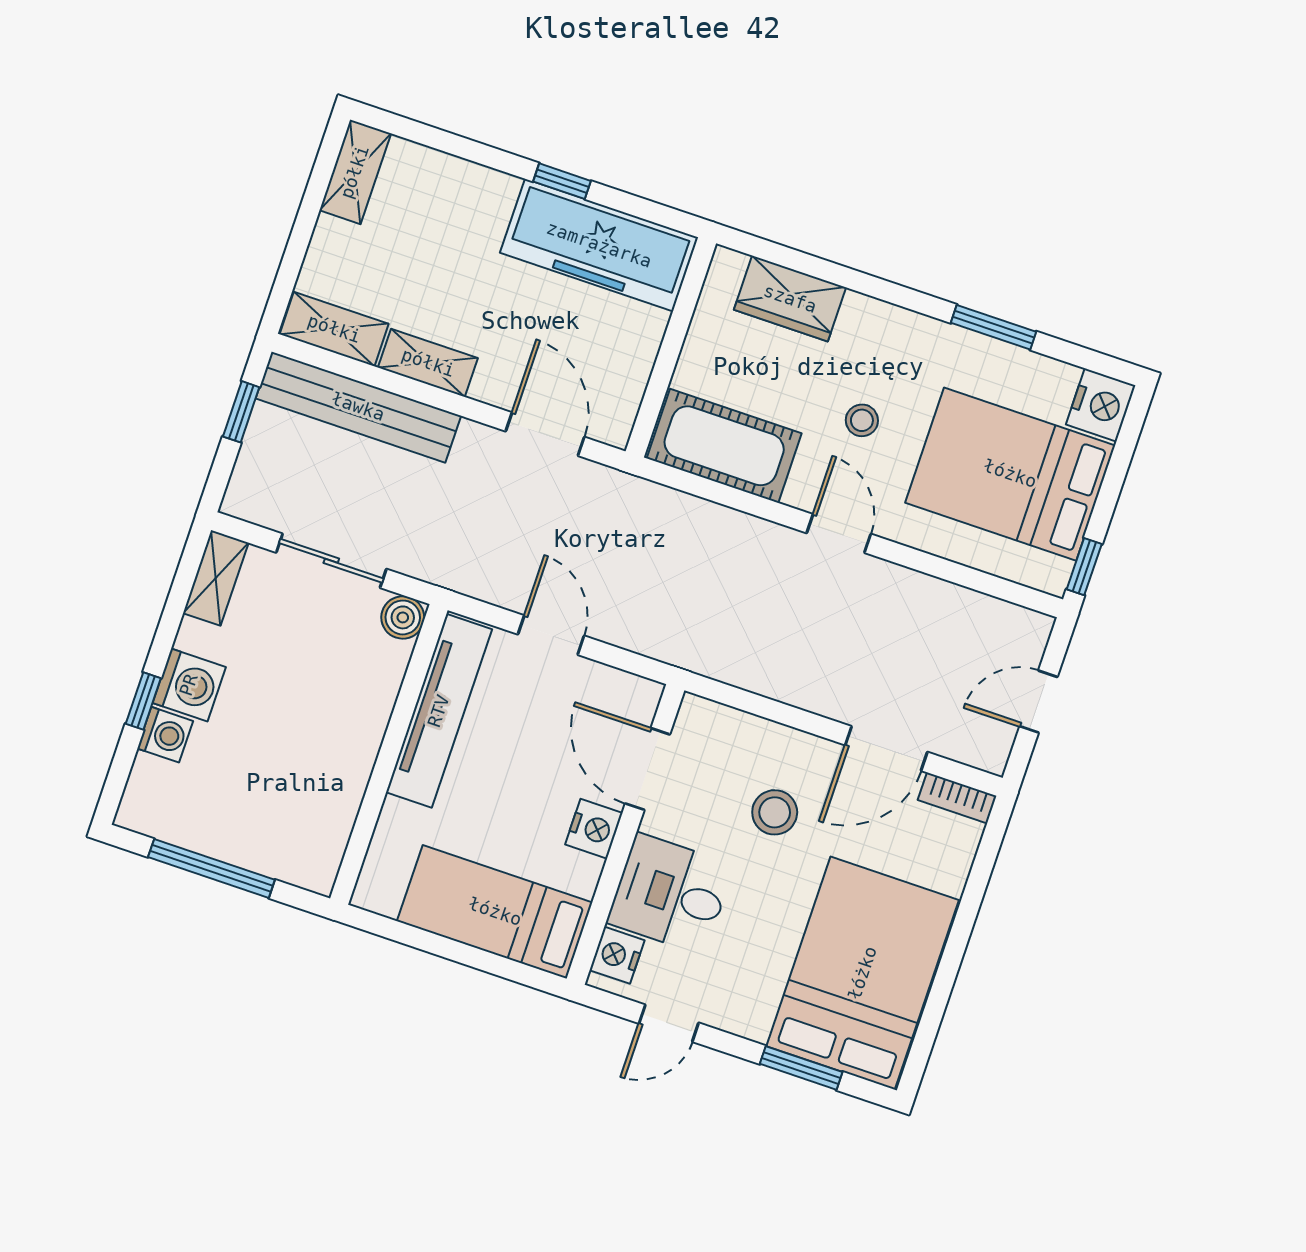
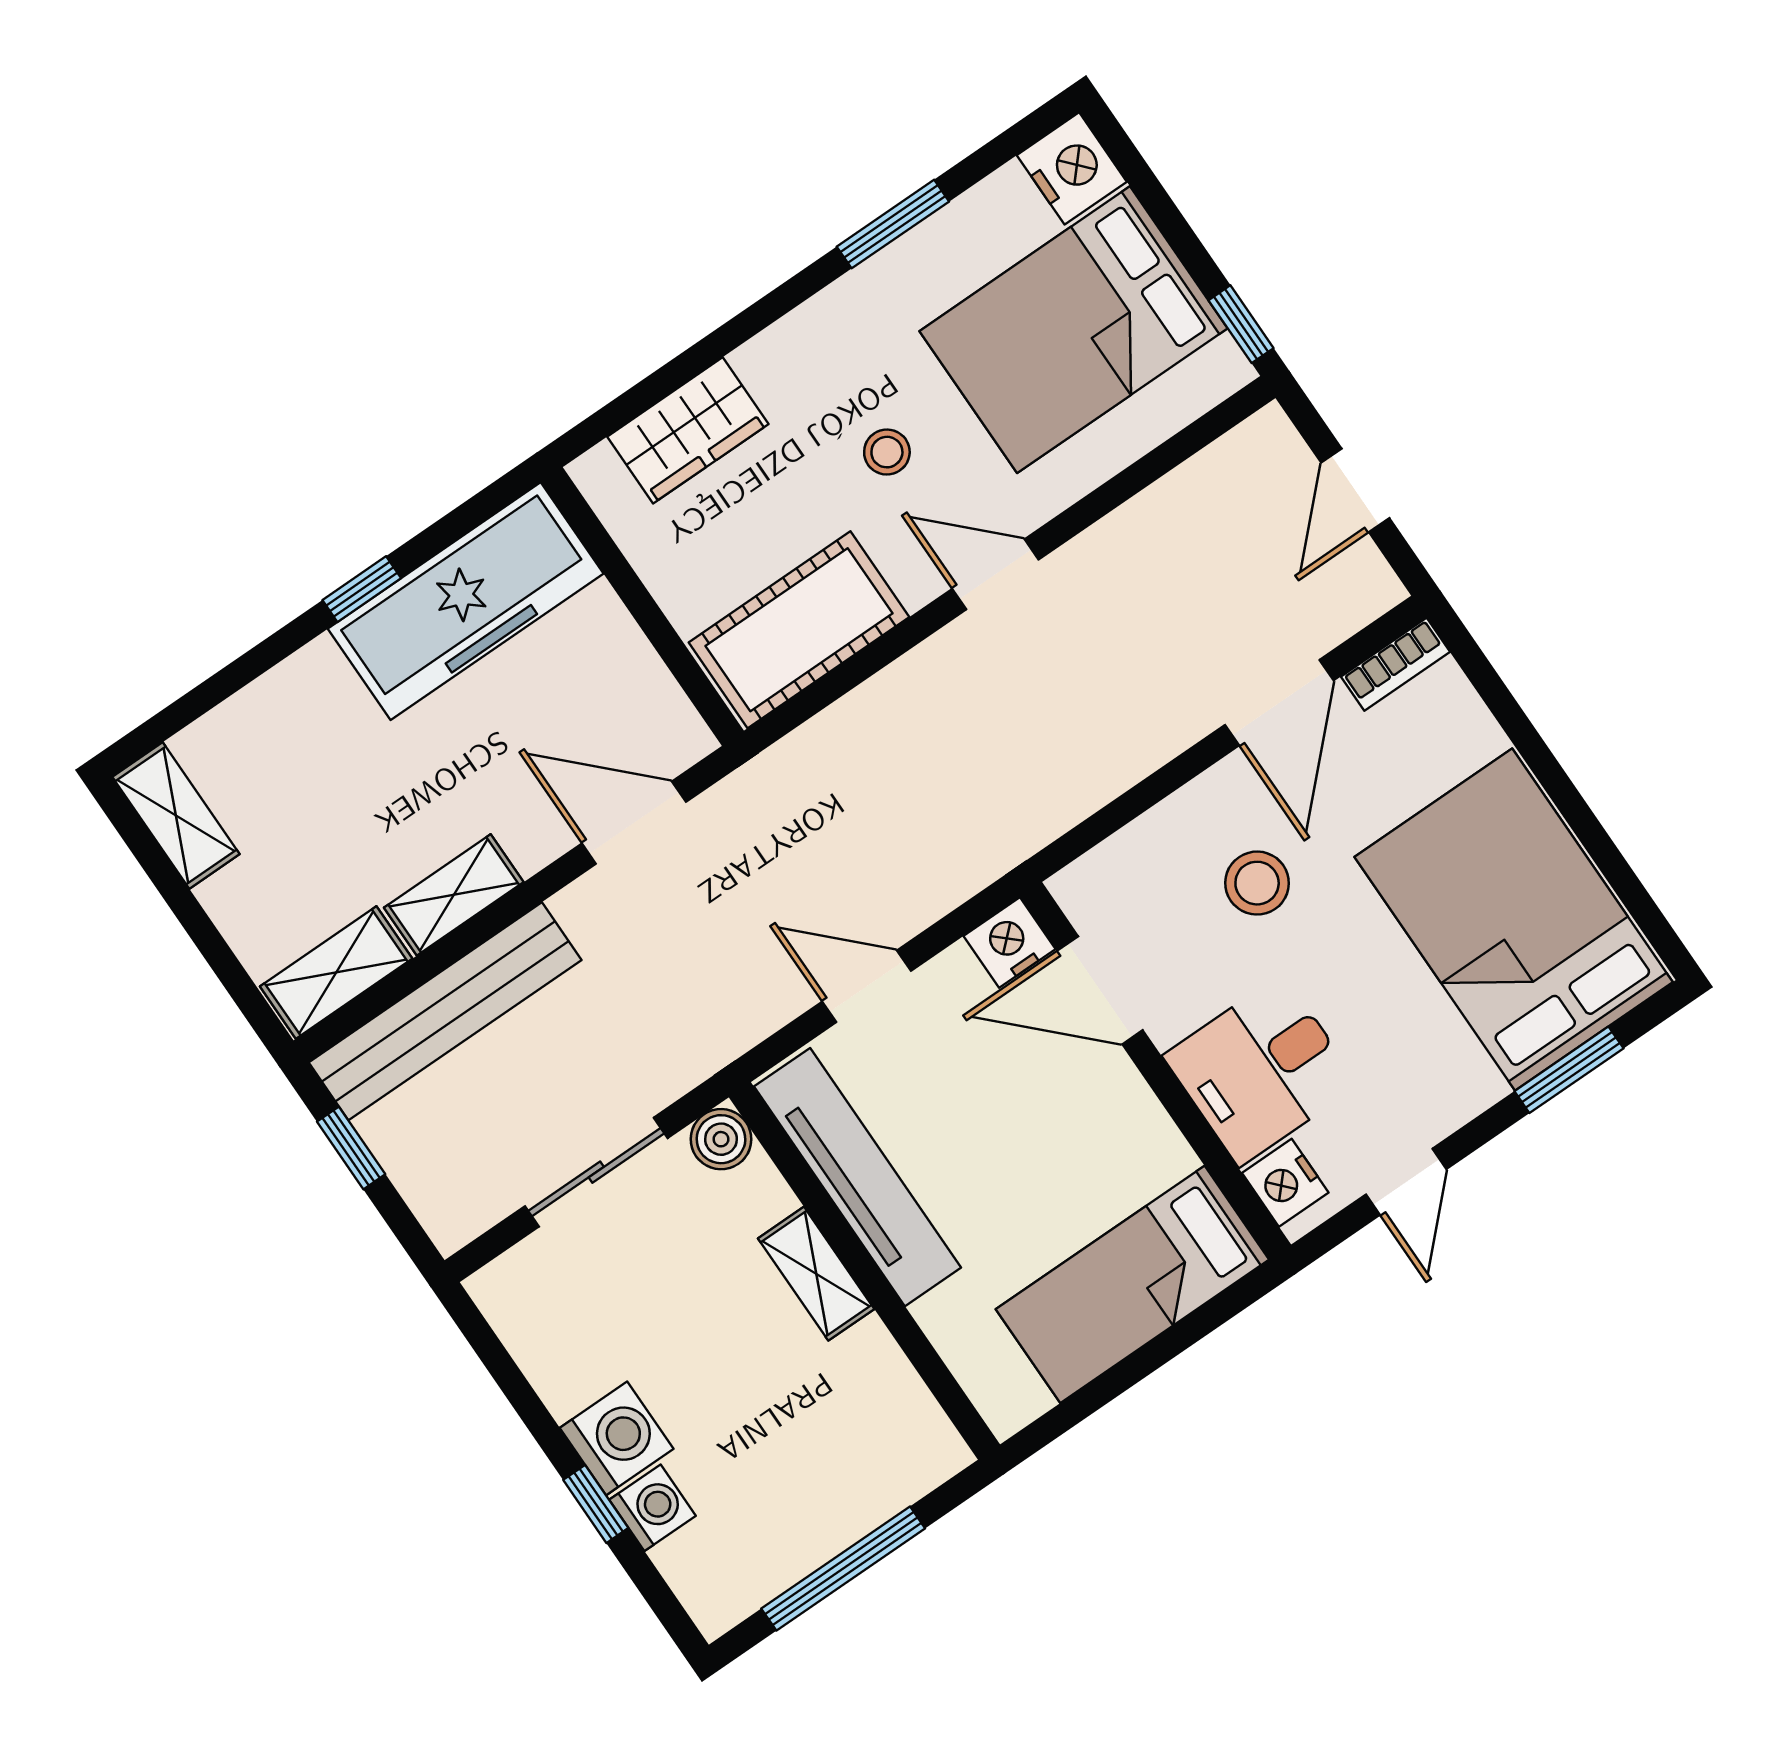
shelving: (216, 578) -> (816, 1274), moved
nightstand: (594, 829) -> (1010, 942), moved, turned -90

